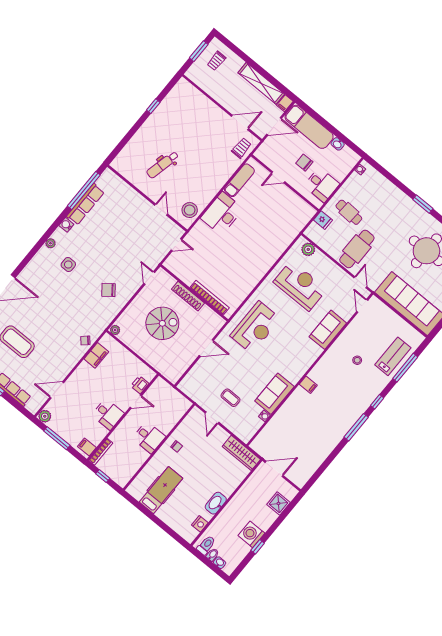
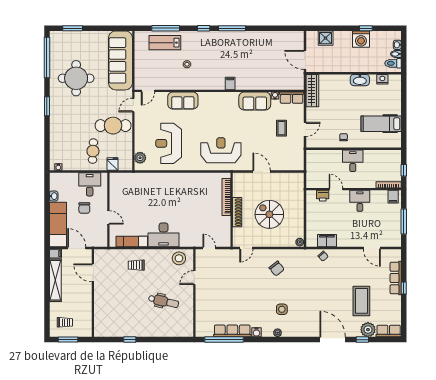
trolley: (241, 148) -> (136, 265), moved
plant: (45, 416) -> (396, 242), removed
row of seats: (250, 429) -> (292, 98), added

